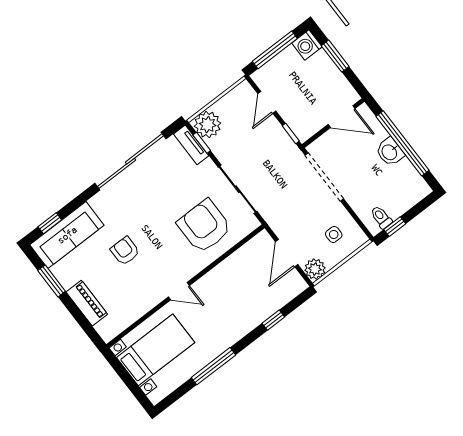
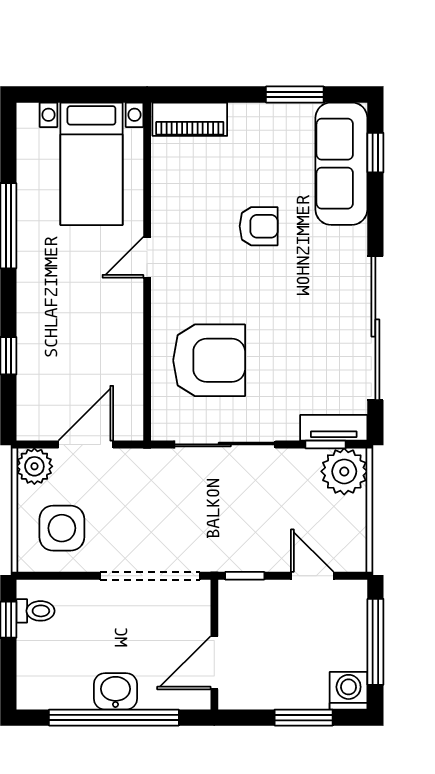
side table: (334, 234) -> (62, 528), width x1.87, depth x1.87
door: (287, 253) -> (86, 444), hinge flipped
piano: (87, 303) -> (190, 119), moved

